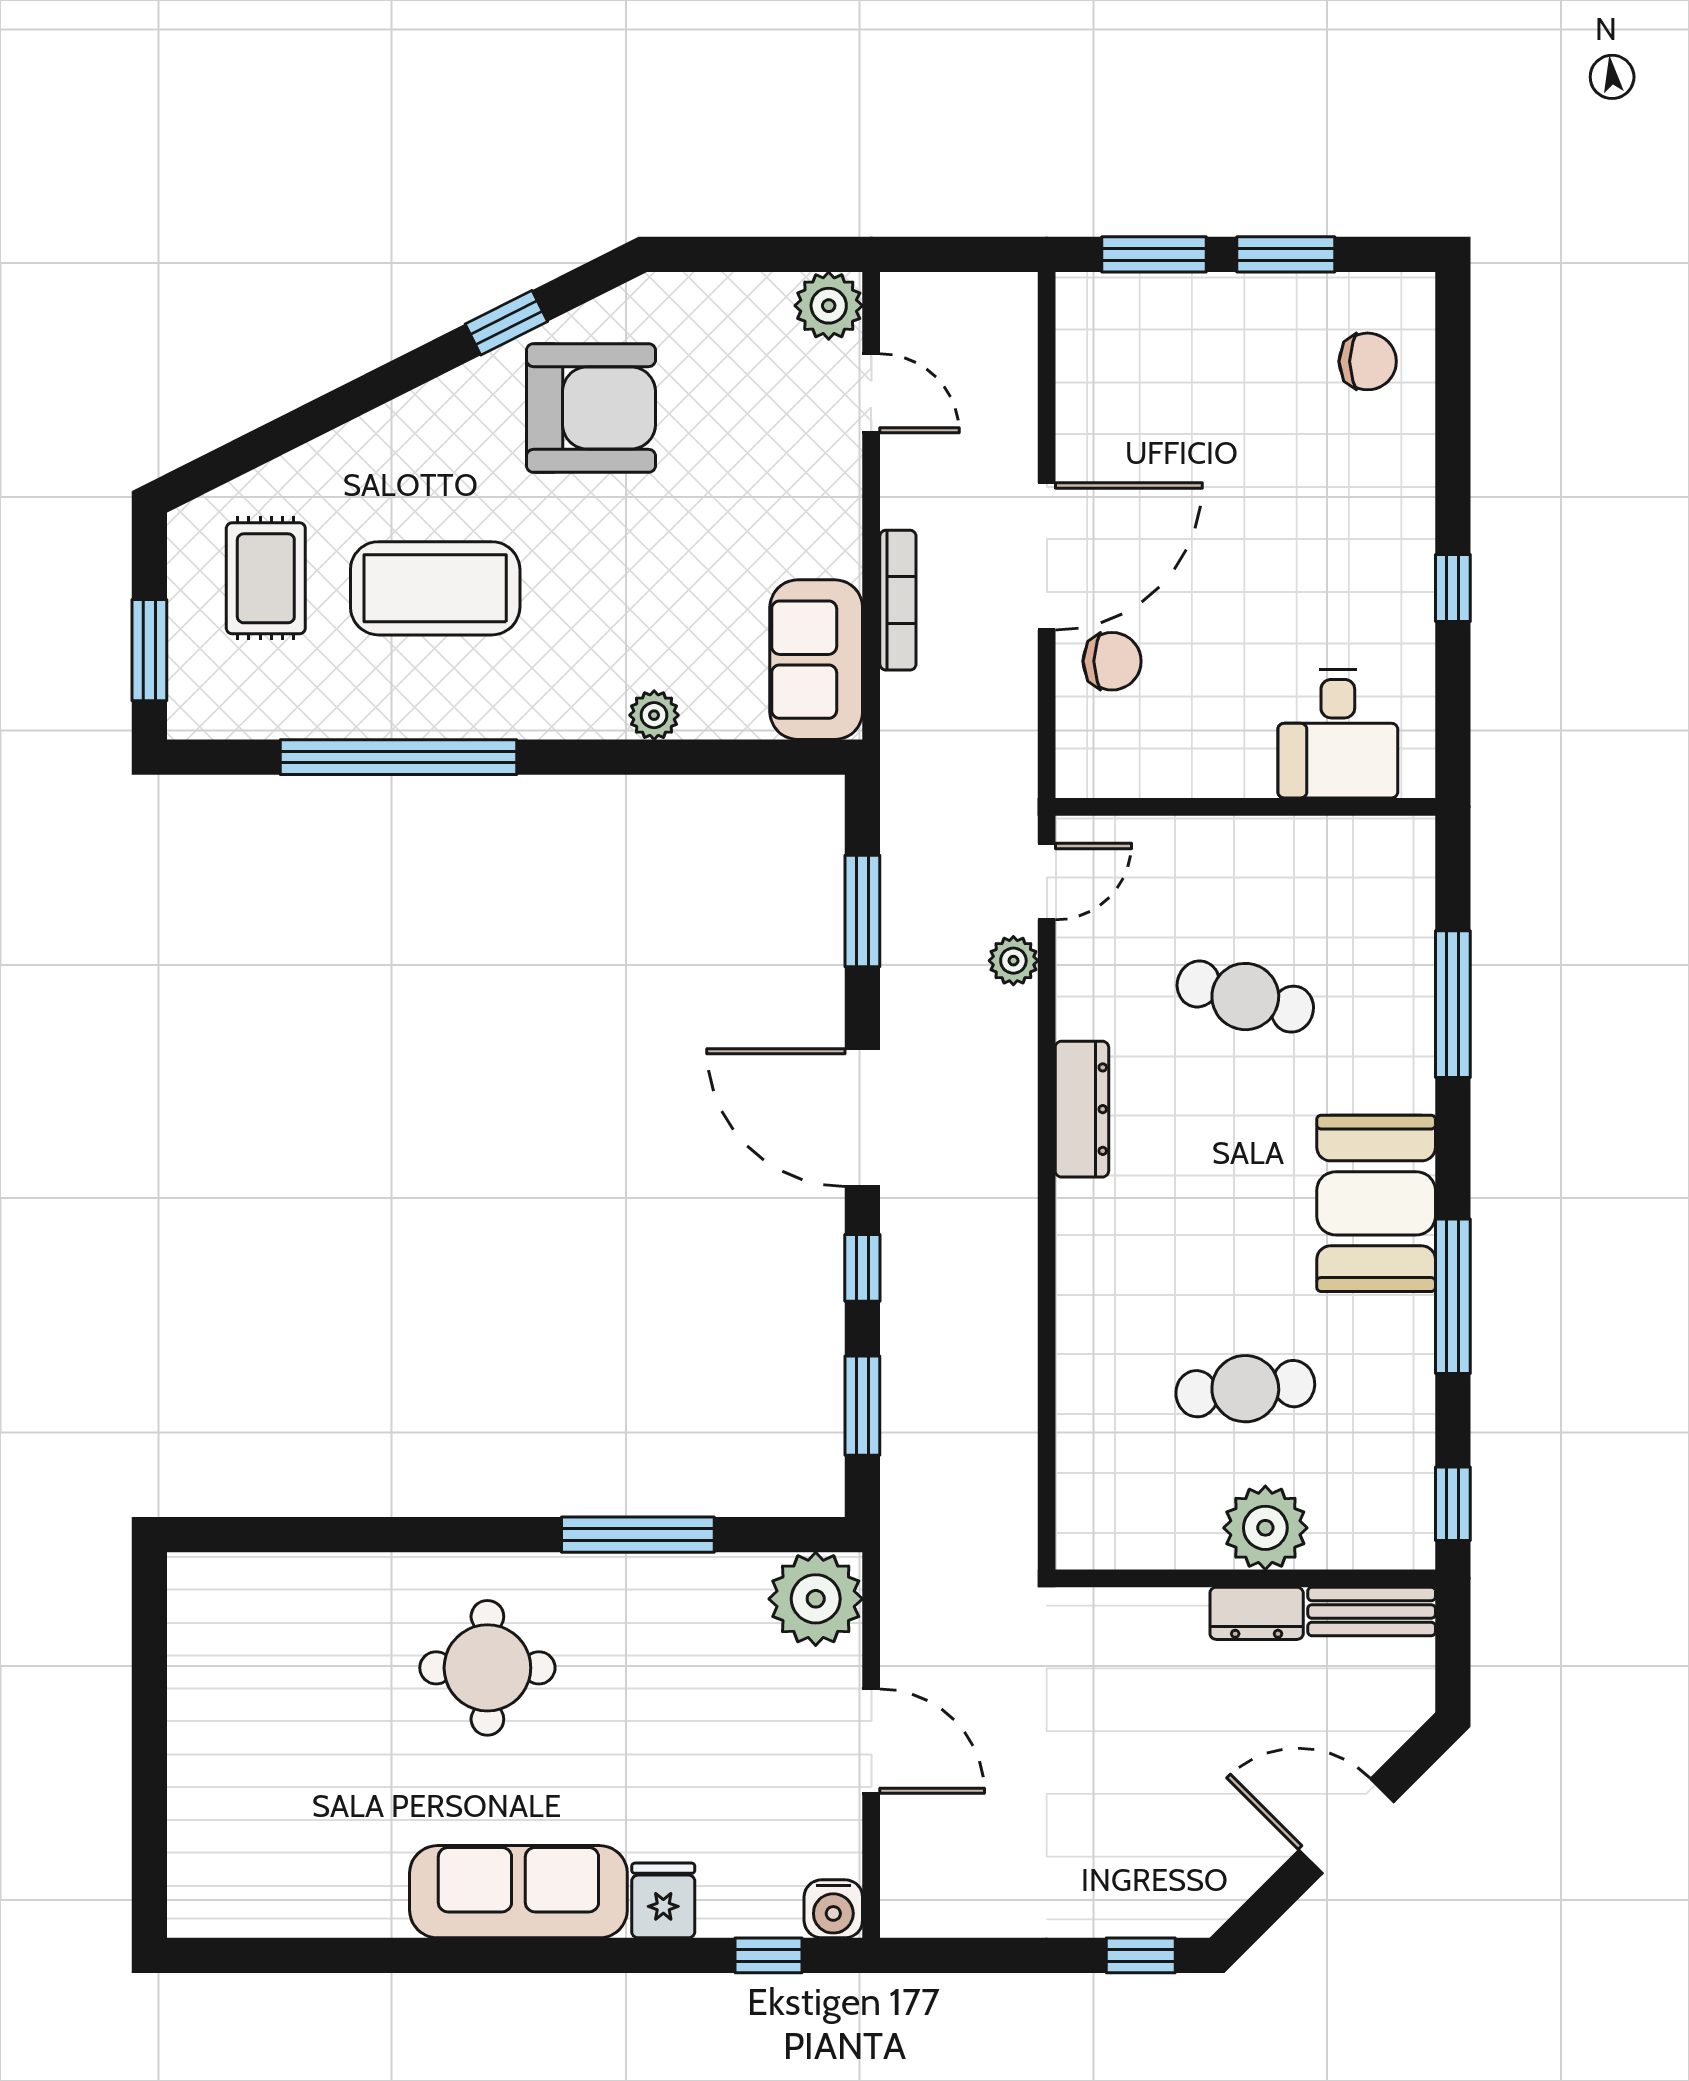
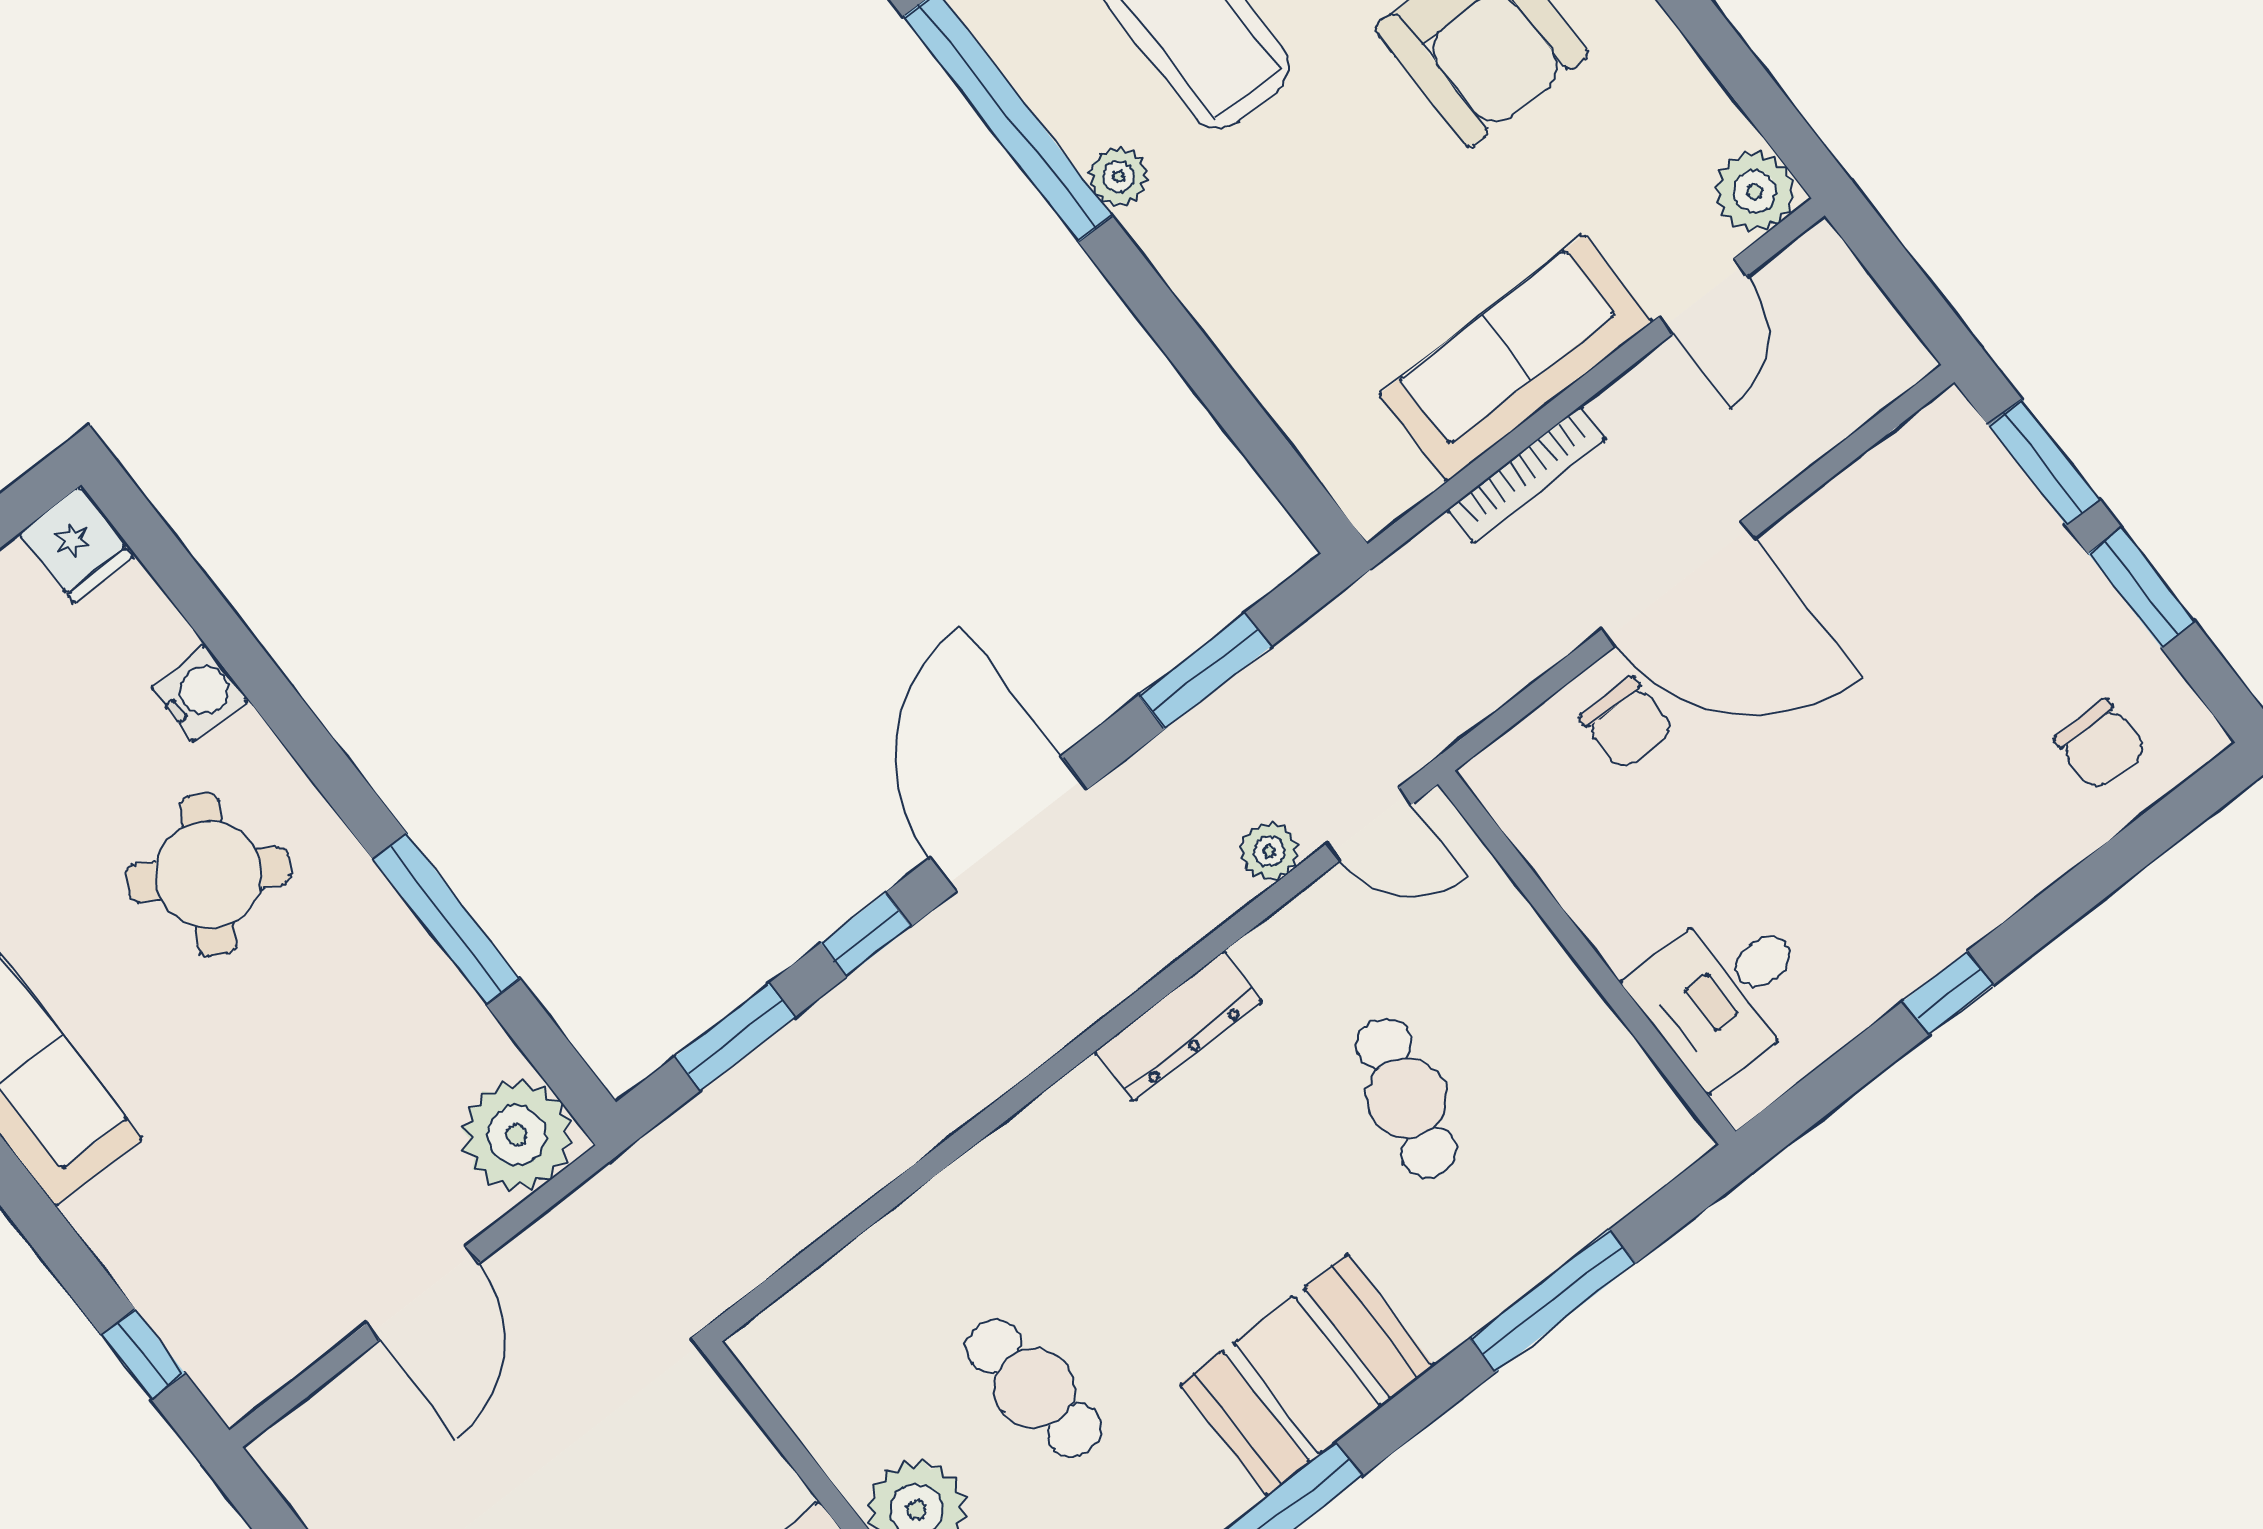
sofa: (816, 660) -> (1516, 358), moved, width x1.36
plant: (654, 715) -> (1118, 176), moved
round table: (487, 1668) -> (208, 875), turned 31
fridge: (663, 1900) -> (76, 545), moved, turned 90
water cooler: (833, 1909) -> (200, 694), moved, turned 180

